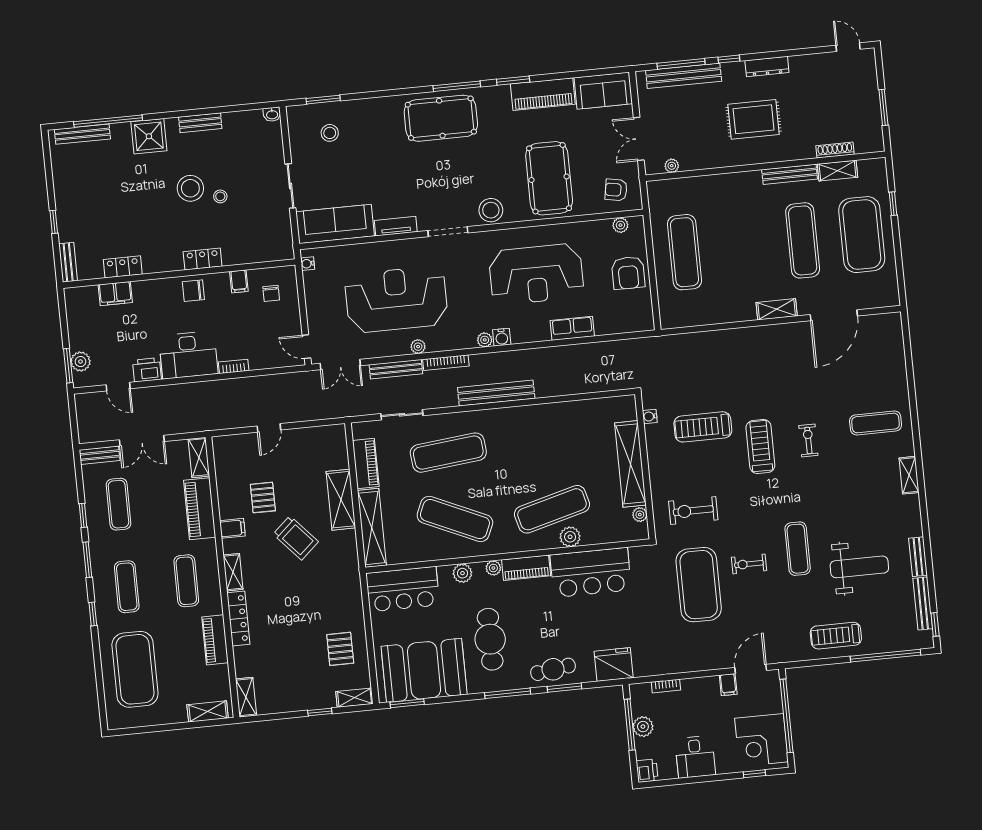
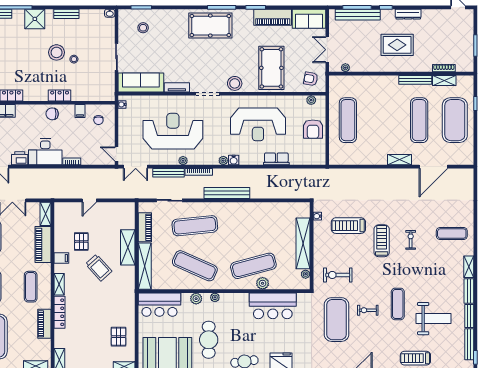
bench: (913, 515) -> (469, 291), added
piano: (526, 568) -> (234, 299), removed

